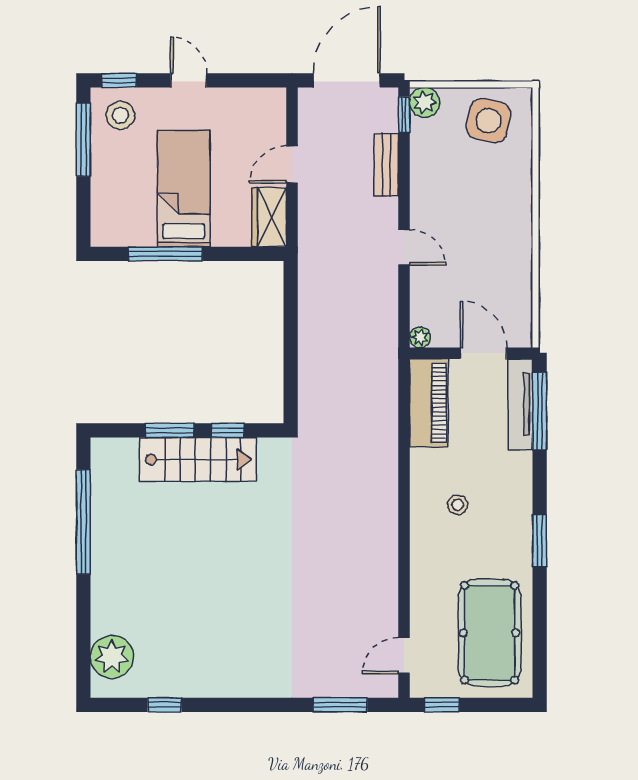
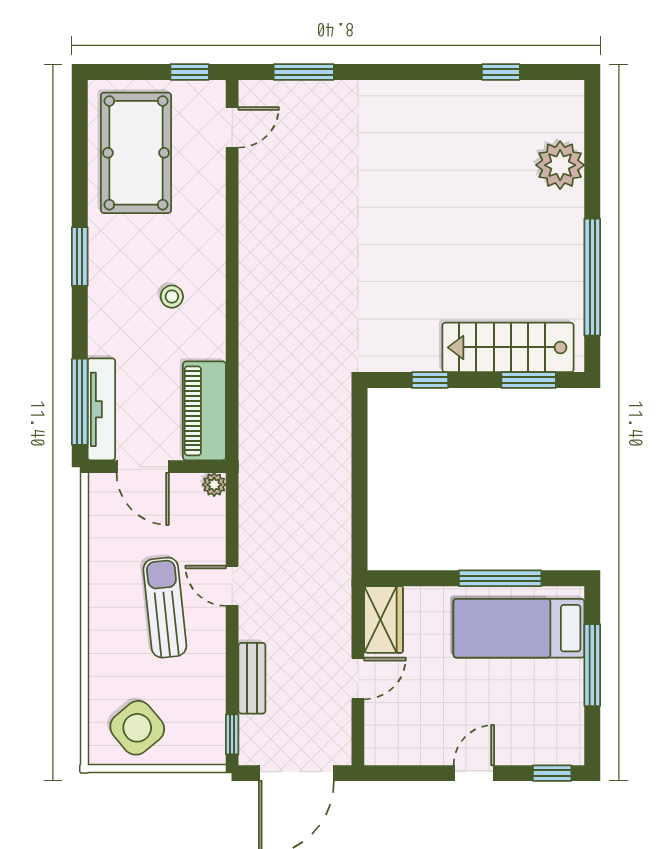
door: (189, 80) -> (474, 773), swing flipped
plant: (425, 102) -> (209, 748), removed
stool: (120, 115) -> (550, 734), removed
side table: (489, 121) -> (137, 728), turned 38
window: (83, 140) -> (592, 665), moved
bed: (184, 189) -> (519, 628), moved, turned 90
sun lounger: (464, 228) -> (165, 608), added
window: (170, 430) -> (529, 380), moved
stairs: (198, 459) -> (508, 347), moved
plant: (112, 657) -> (560, 165), moved

